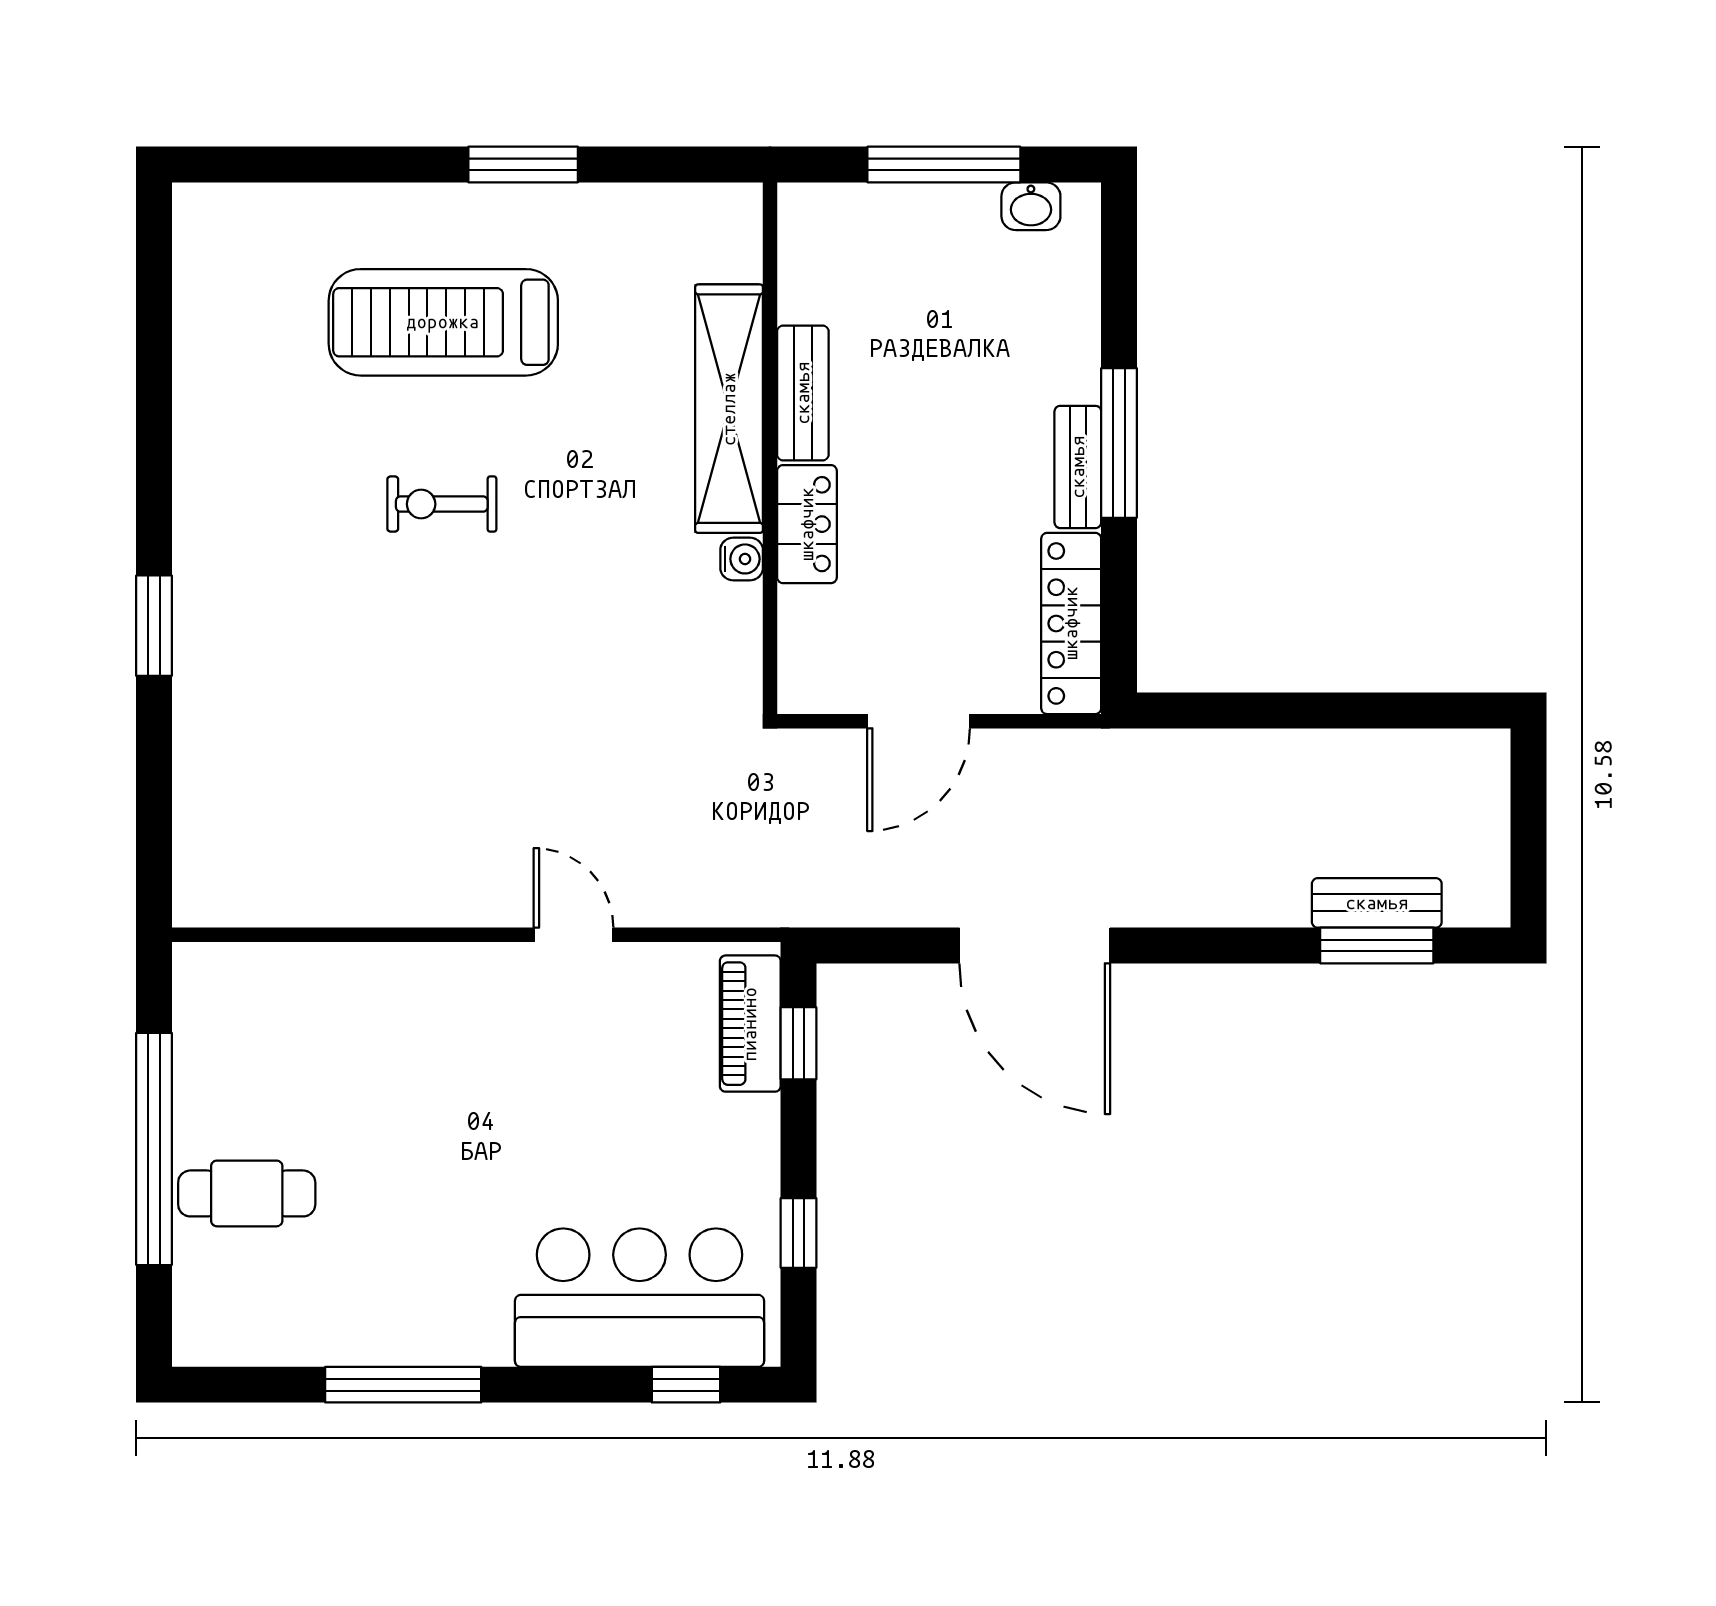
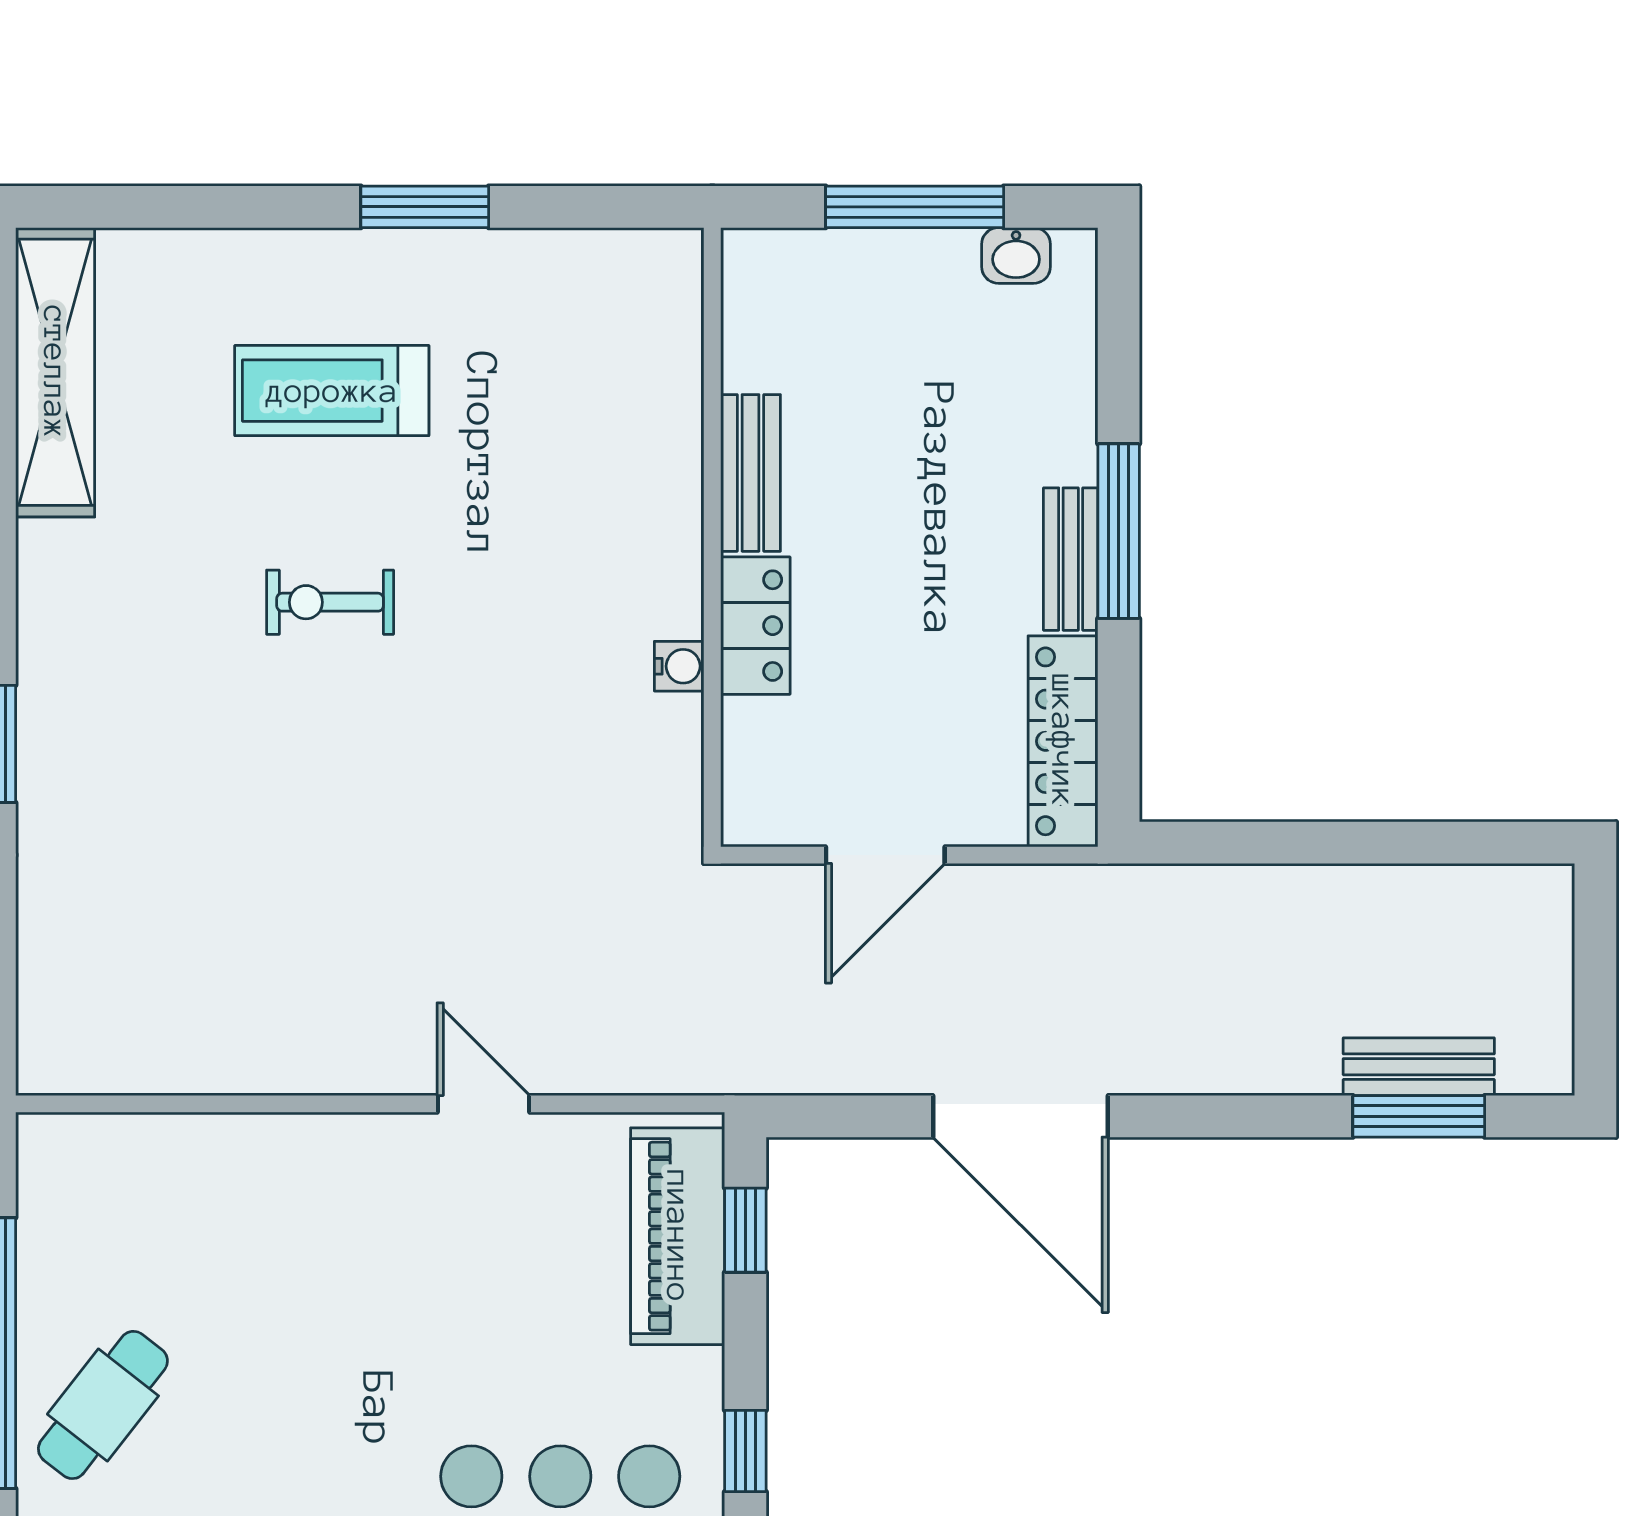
treadmill: (443, 322) -> (332, 391), width x0.73, depth x0.73
shelving: (729, 409) -> (55, 372), moved
piano: (750, 1024) -> (678, 1236), width x1.37, depth x1.33
cafe table: (247, 1193) -> (103, 1405), turned -52

